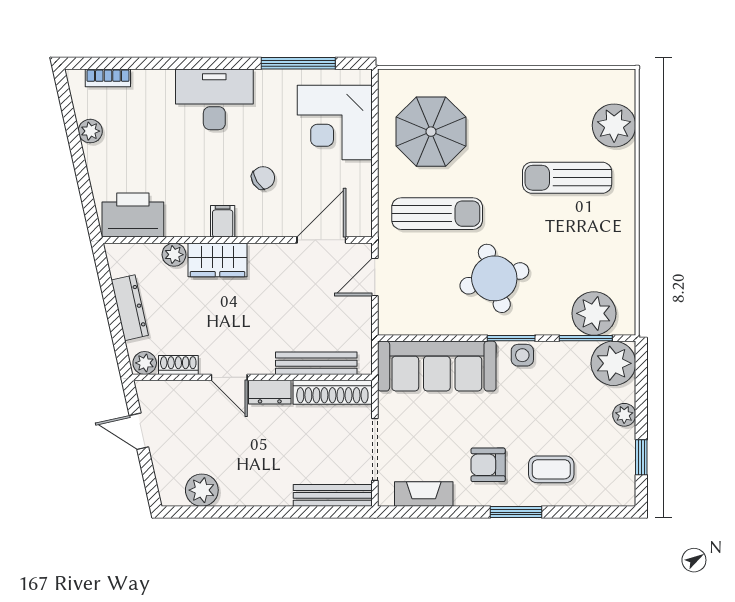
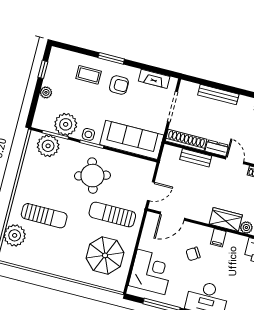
bench: (316, 363) -> (196, 158), width x0.73
plant: (613, 363) -> (66, 124), moved
bench: (333, 495) -> (218, 95), moved

